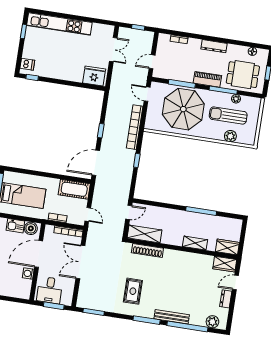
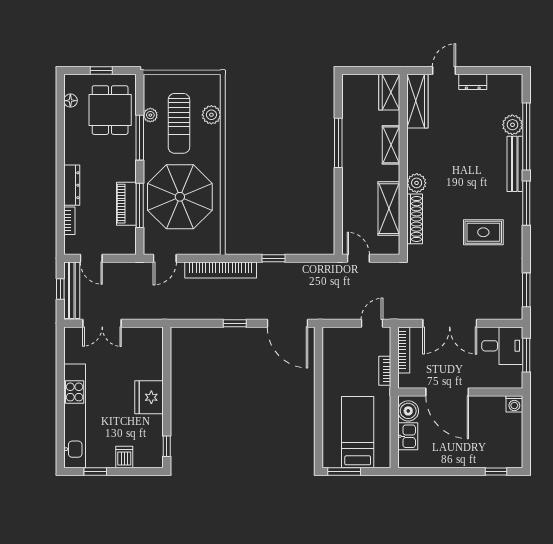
bench: (136, 34) -> (72, 290), added
dresser: (214, 46) -> (72, 185), moved
double door: (113, 50) -> (102, 323), swing flipped
door: (152, 62) -> (91, 258), moved
dishwasher: (27, 64) -> (124, 457), moved
fridge: (94, 76) -> (149, 397), moved
piano: (207, 79) -> (126, 204), moved
cot: (74, 189) -> (335, 351), removed
shelving: (144, 234) -> (389, 209), moved
plant: (169, 255) -> (417, 183), added
wardrobe: (225, 264) -> (417, 101), width x1.50
washing machine: (28, 273) -> (514, 404), moved
door: (235, 282) -> (444, 71), swing flipped
desk: (50, 290) -> (502, 346), moved
plant: (212, 322) -> (512, 125), moved

